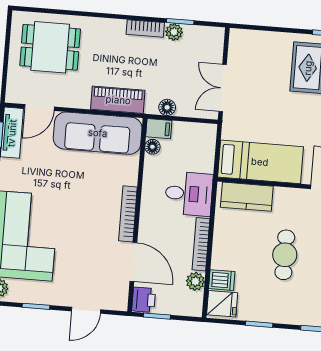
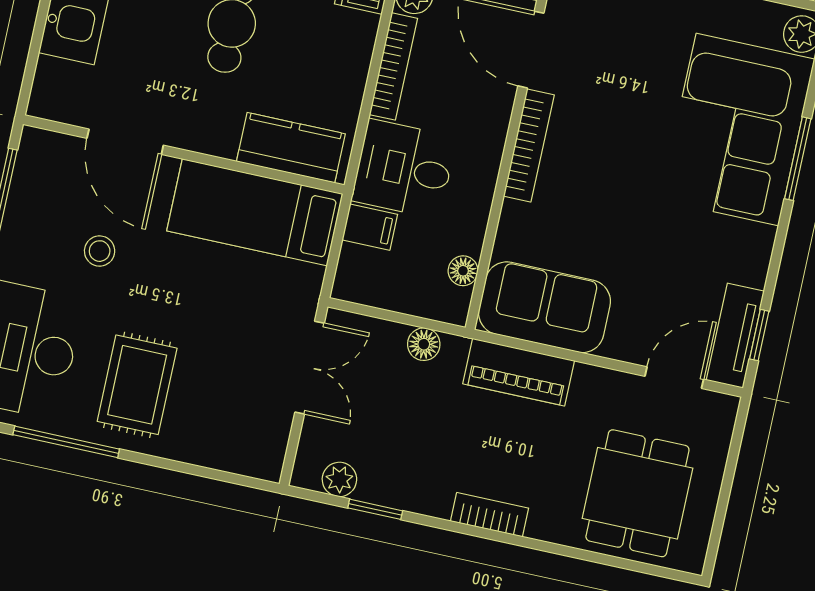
bookcase: (145, 28) -> (490, 515), moved
plant: (174, 32) -> (339, 479), moved
dining table: (50, 47) -> (637, 493), turned 90
filing cabinet: (159, 129) -> (370, 227), moved, turned 180
sofa: (98, 133) -> (545, 307), width x0.73

